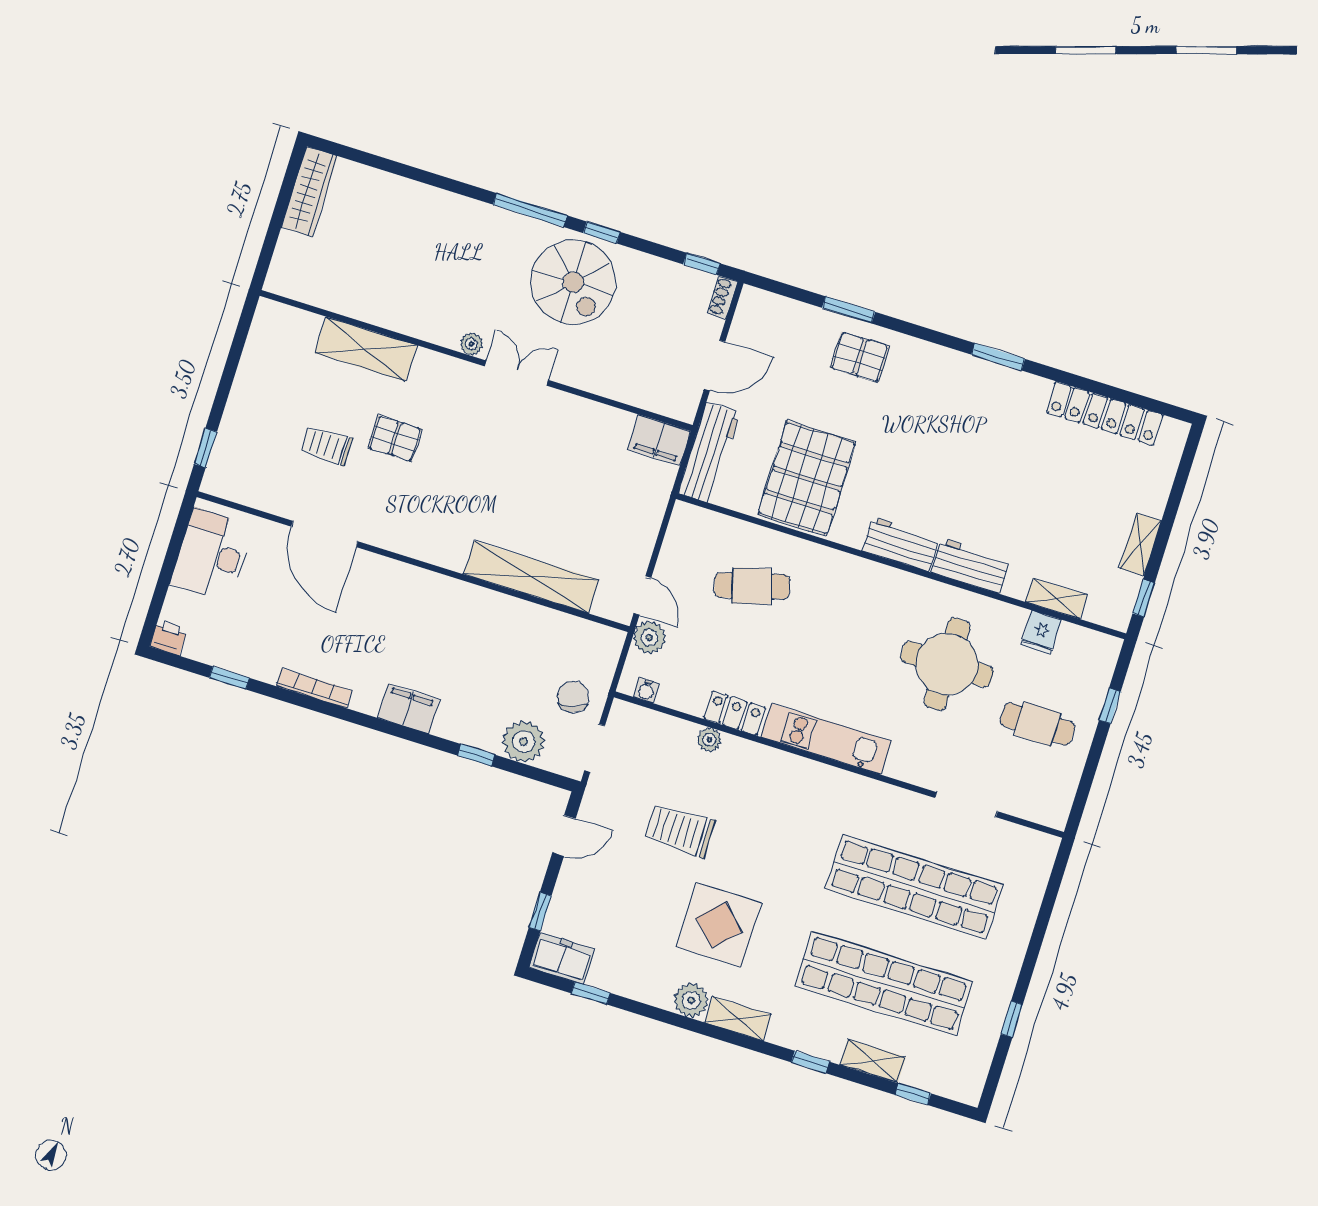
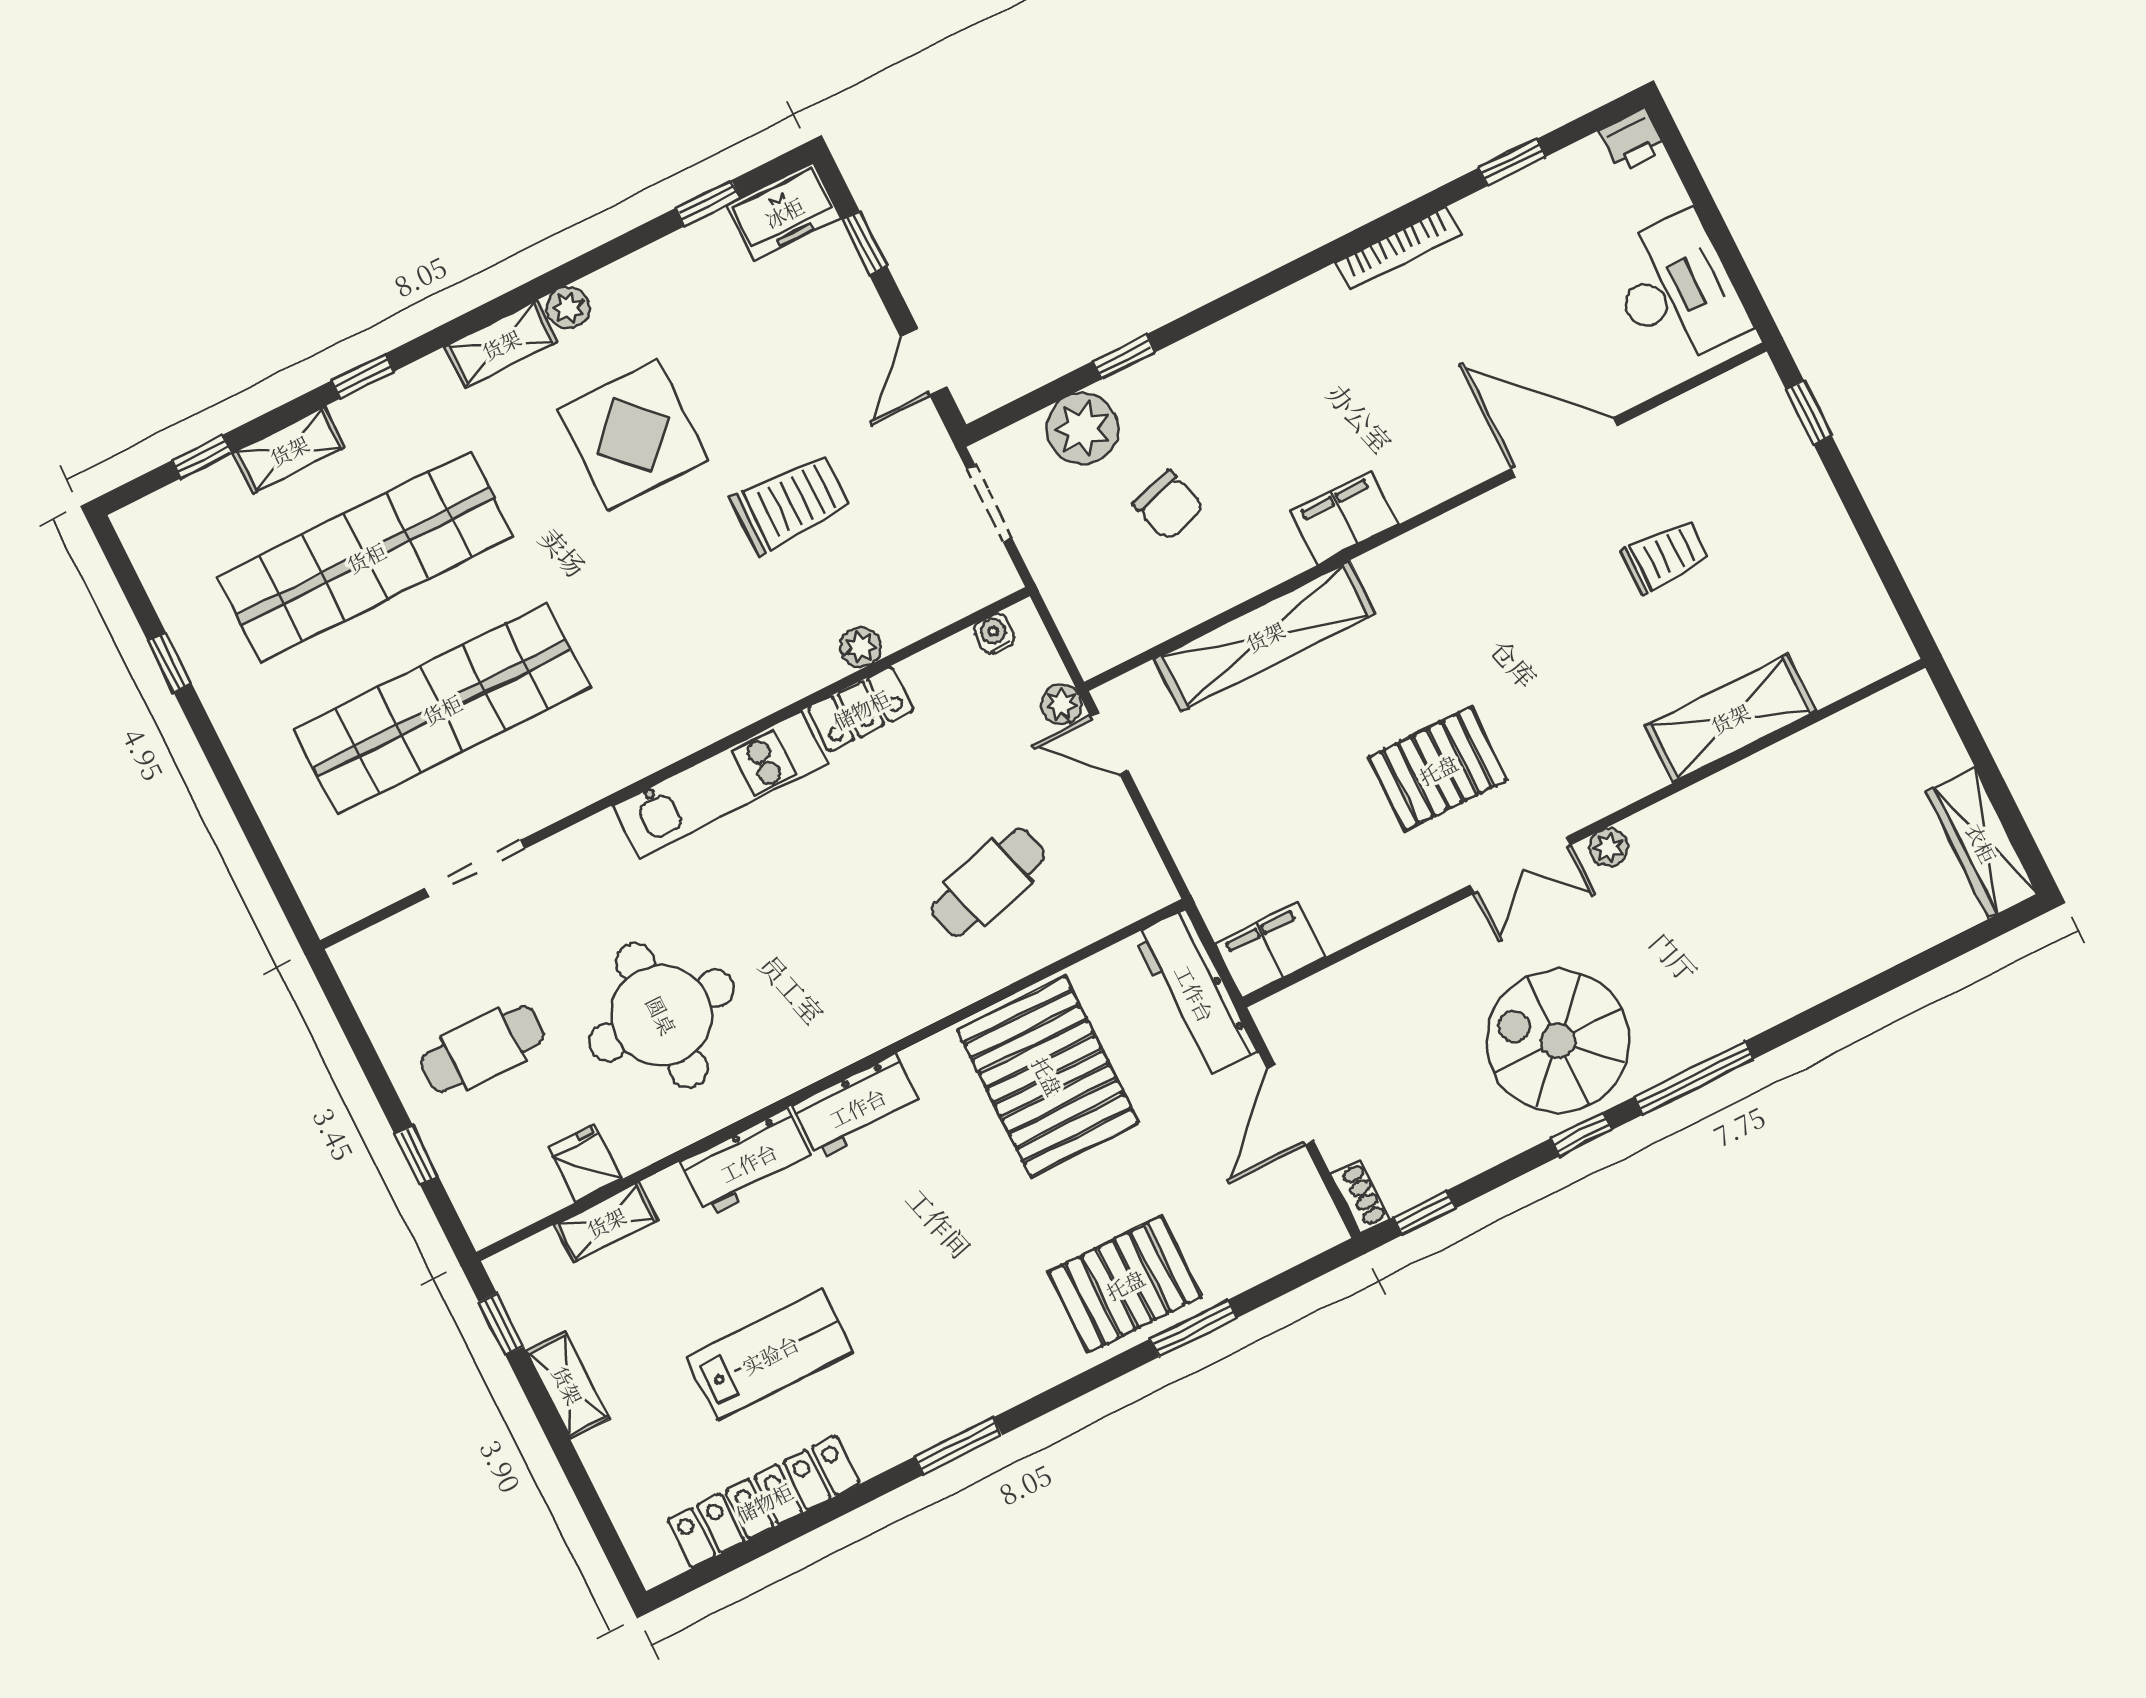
pallet: (860, 357) -> (1125, 1284), width x1.50, depth x1.42
pallet: (395, 439) -> (1438, 769), moved, width x1.50, depth x1.42
lab bench: (1041, 474) -> (770, 1354), added
plant: (650, 637) -> (1062, 704), width x0.73, depth x0.73
chair: (573, 697) -> (1168, 506), moved
filing cabinet: (408, 709) -> (1344, 518), moved, turned 180
plant: (691, 1000) -> (568, 308), width x0.73, depth x0.73

